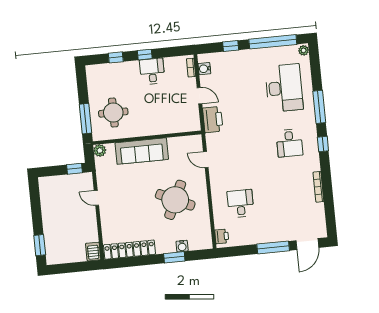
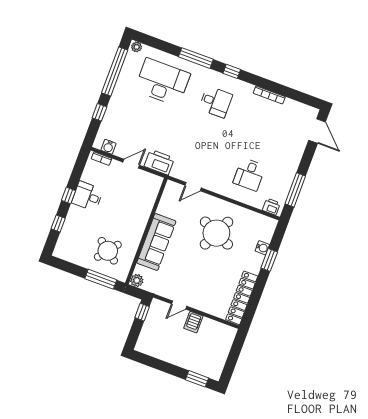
round table: (113, 113) -> (108, 251), turned 38
desk: (241, 203) -> (249, 174), turned -90
window: (273, 247) -> (295, 190), moved
server rack: (93, 252) -> (193, 322), moved, turned -90

